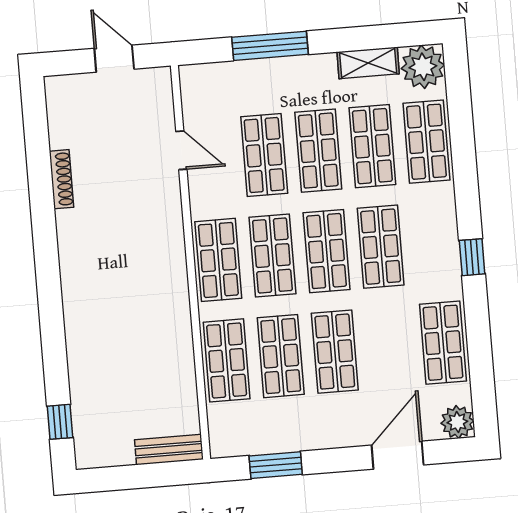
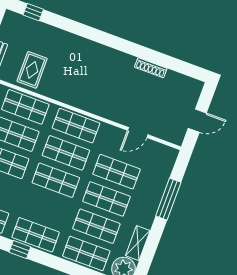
shop shelf: (381, 247) -> (36, 235), moved
rug: (159, 378) -> (32, 70), added

